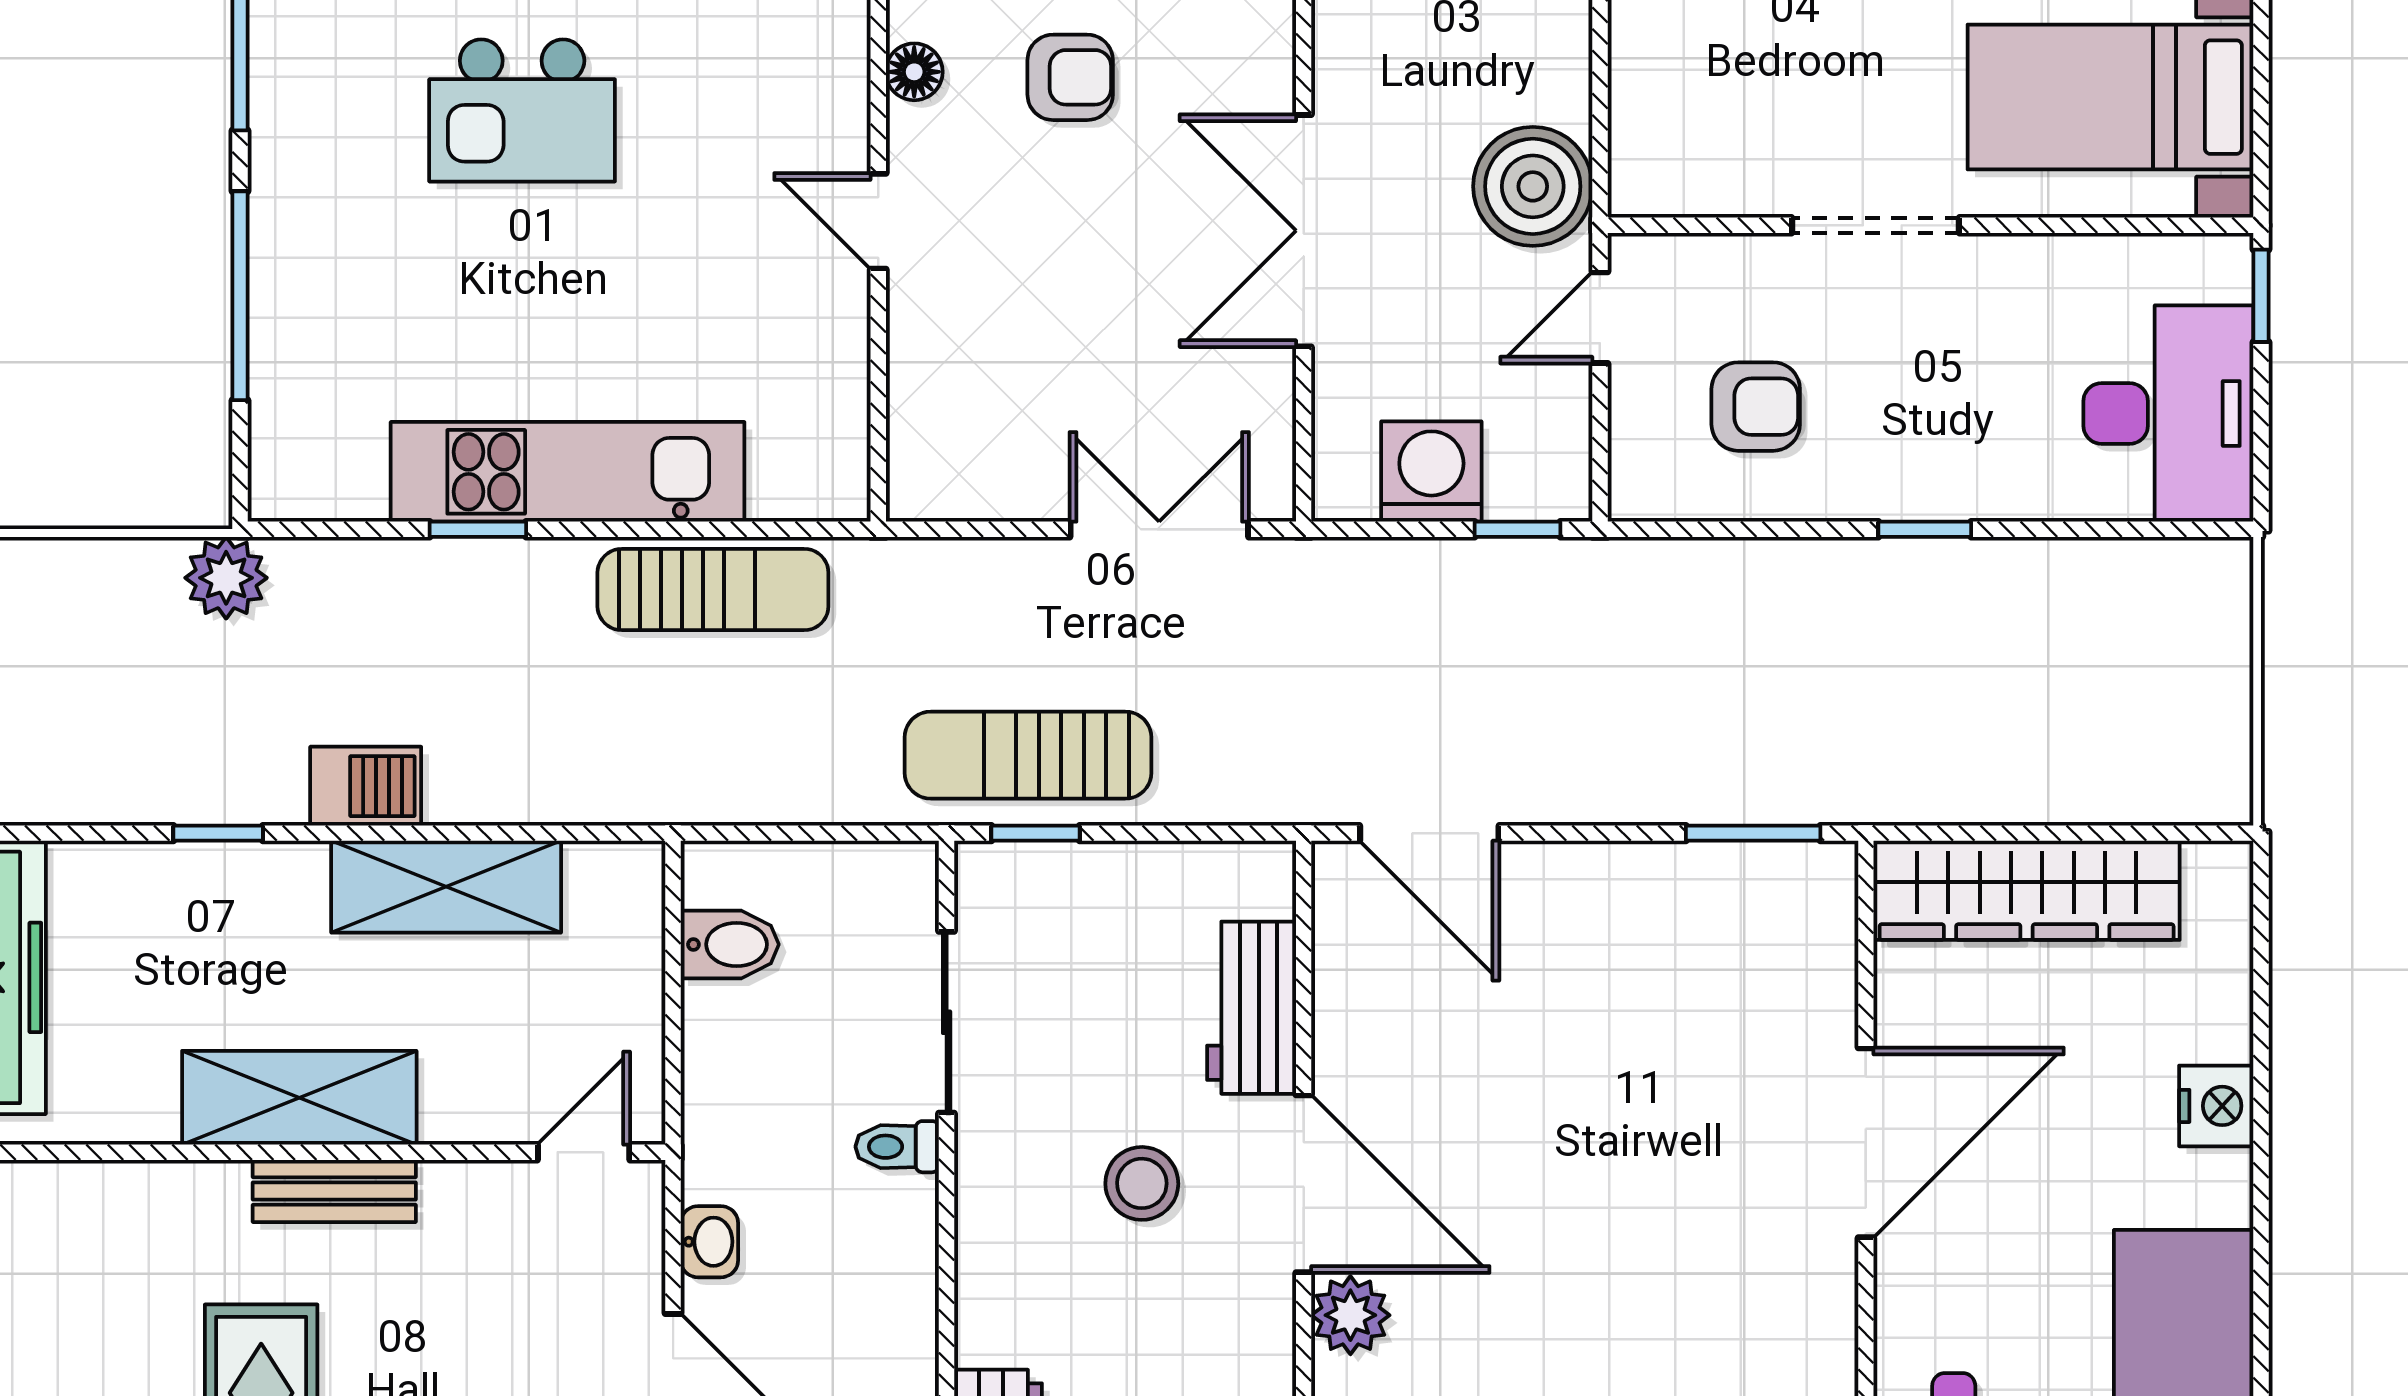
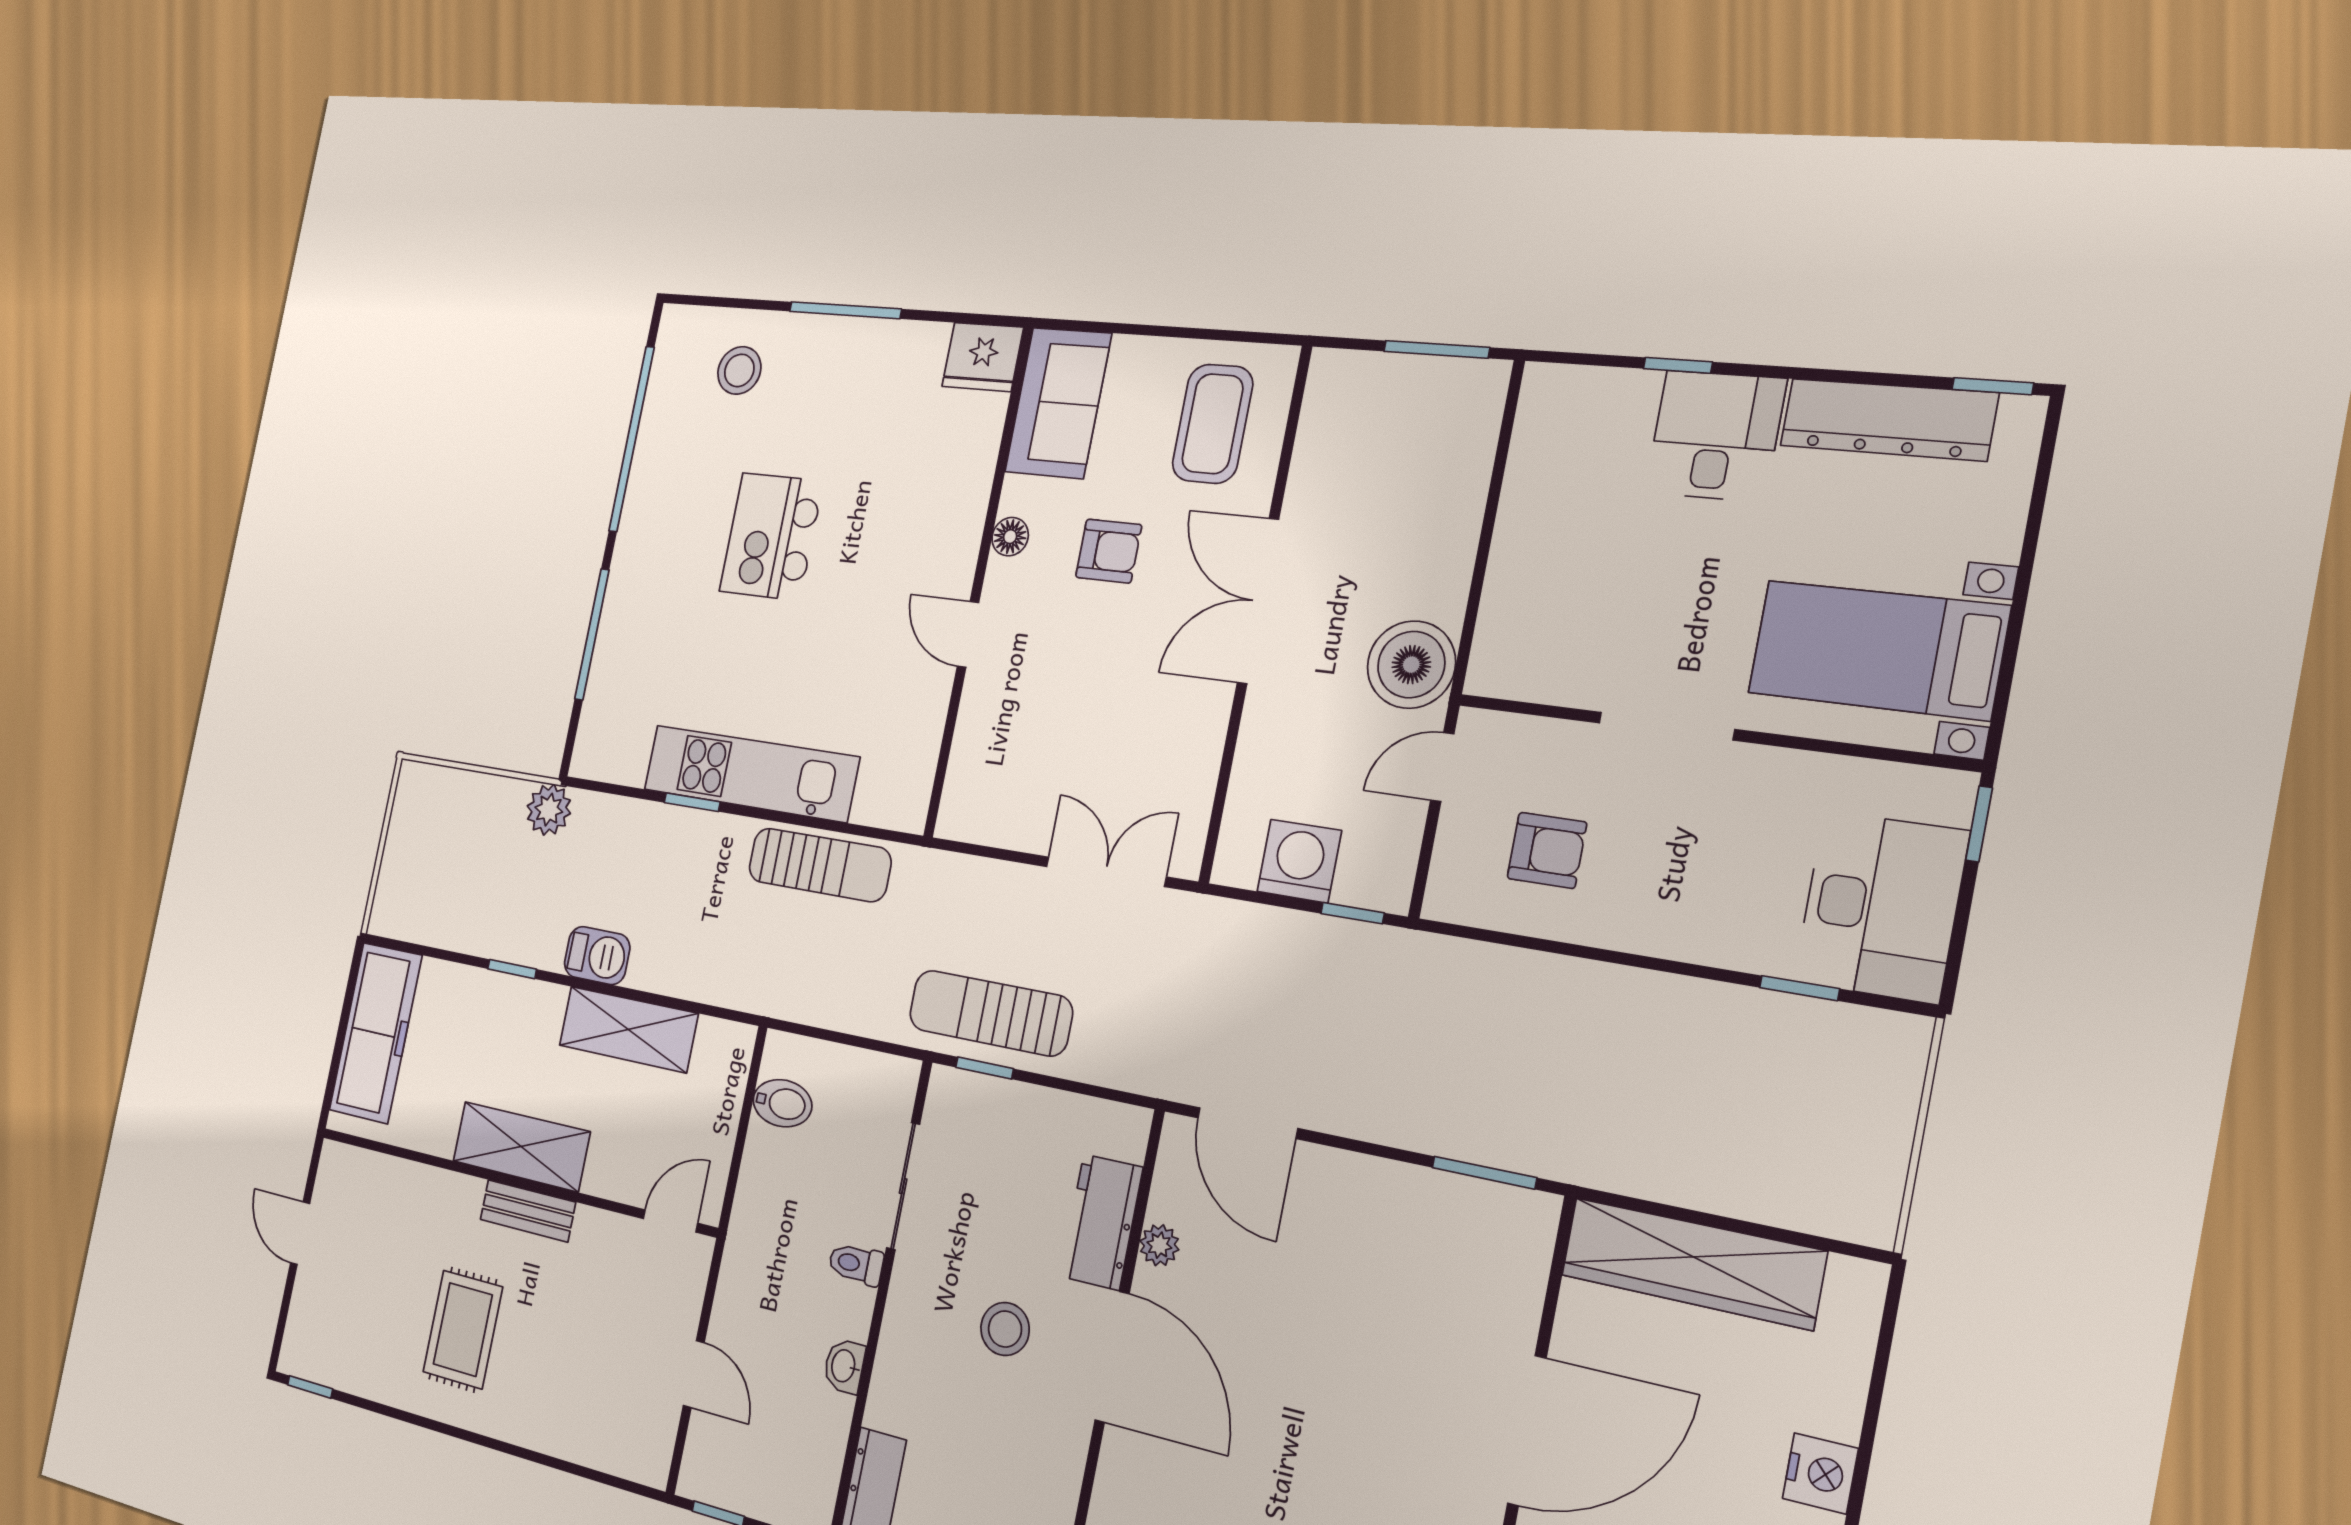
kitchen island: (522, 111) -> (771, 536), turned 90
double door: (1304, 231) -> (1258, 601), moved
window: (1925, 529) -> (1799, 988), moved
washbasin: (709, 1242) -> (844, 1366), moved, turned 180
plant: (1350, 1315) -> (1159, 1245), moved, width x0.73, depth x0.73

